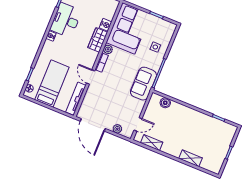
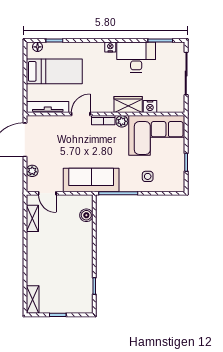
sofa: (143, 84) -> (91, 180), width x1.36
shelving: (190, 158) -> (33, 300), moved

